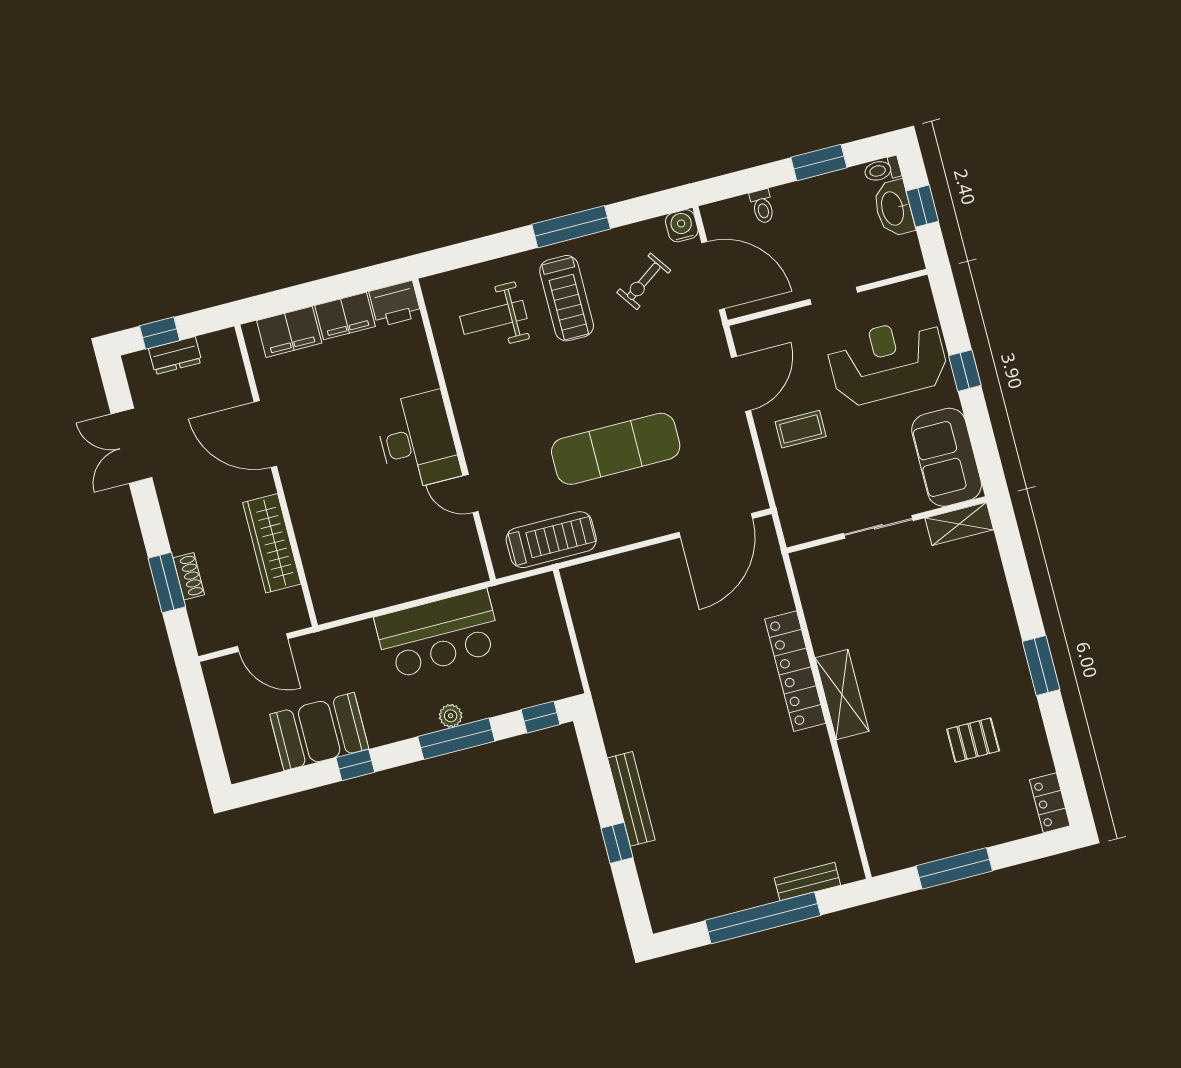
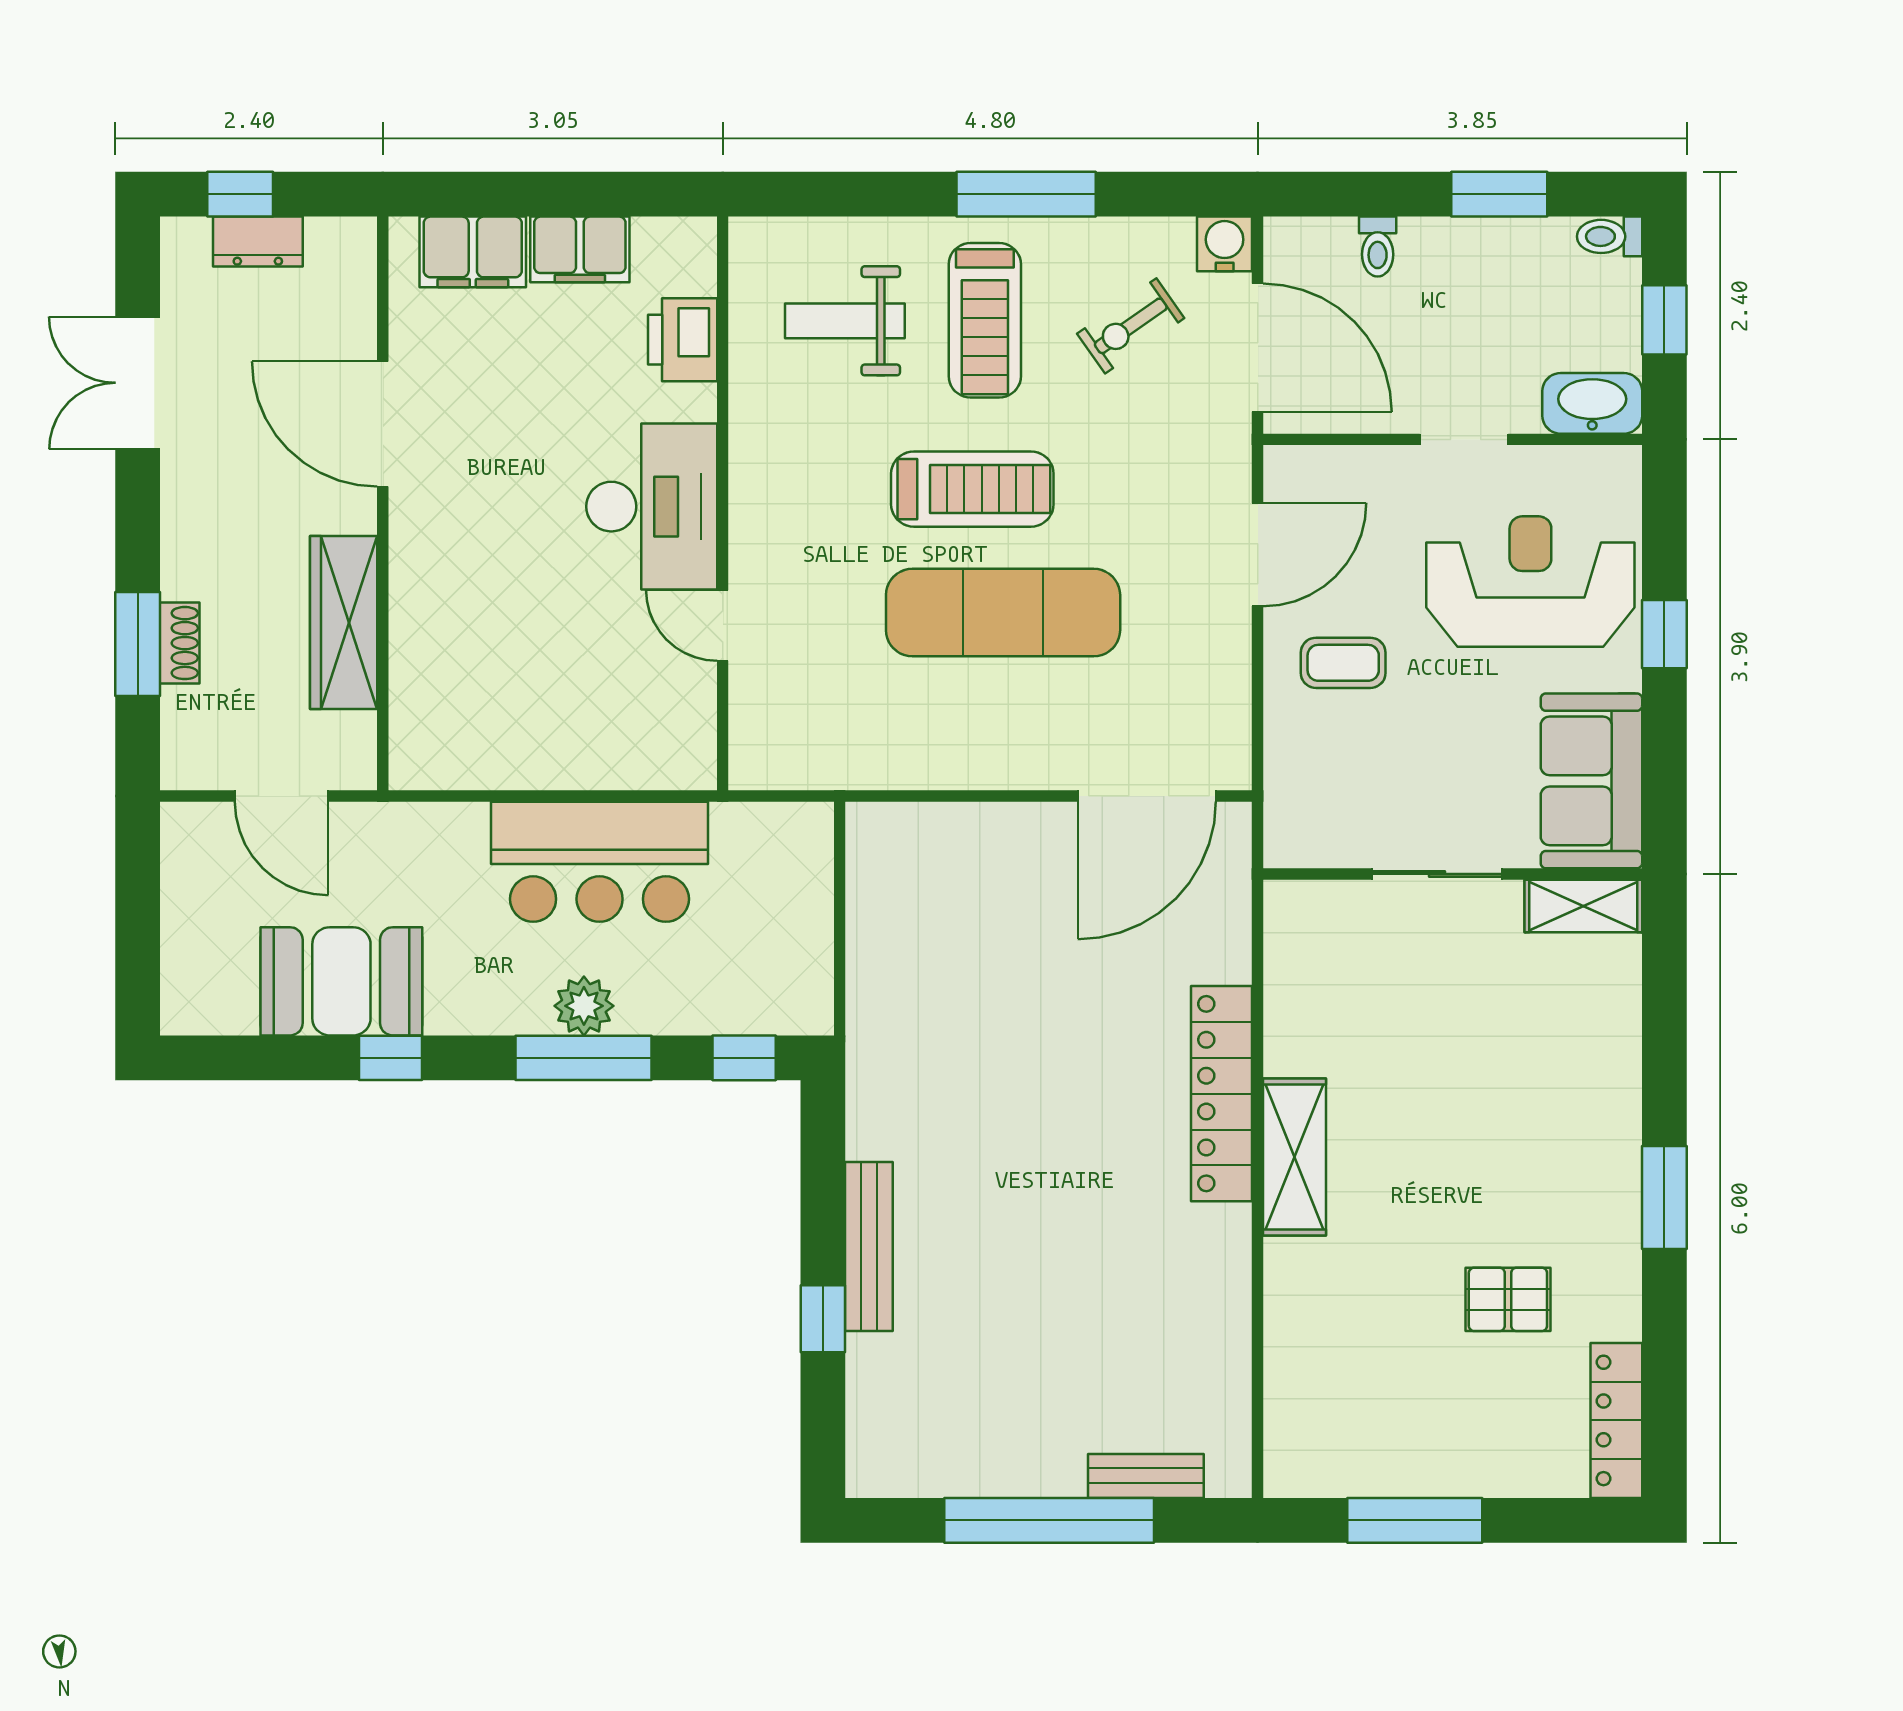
washbasin: (893, 208) -> (1592, 403), moved, turned 90
printer: (395, 304) -> (683, 340), moved, turned 90
treadmill: (551, 540) -> (972, 489), moved
plant: (451, 716) -> (584, 1006), width x1.38, depth x1.38
locker: (1050, 803) -> (1616, 1420), width x1.53

